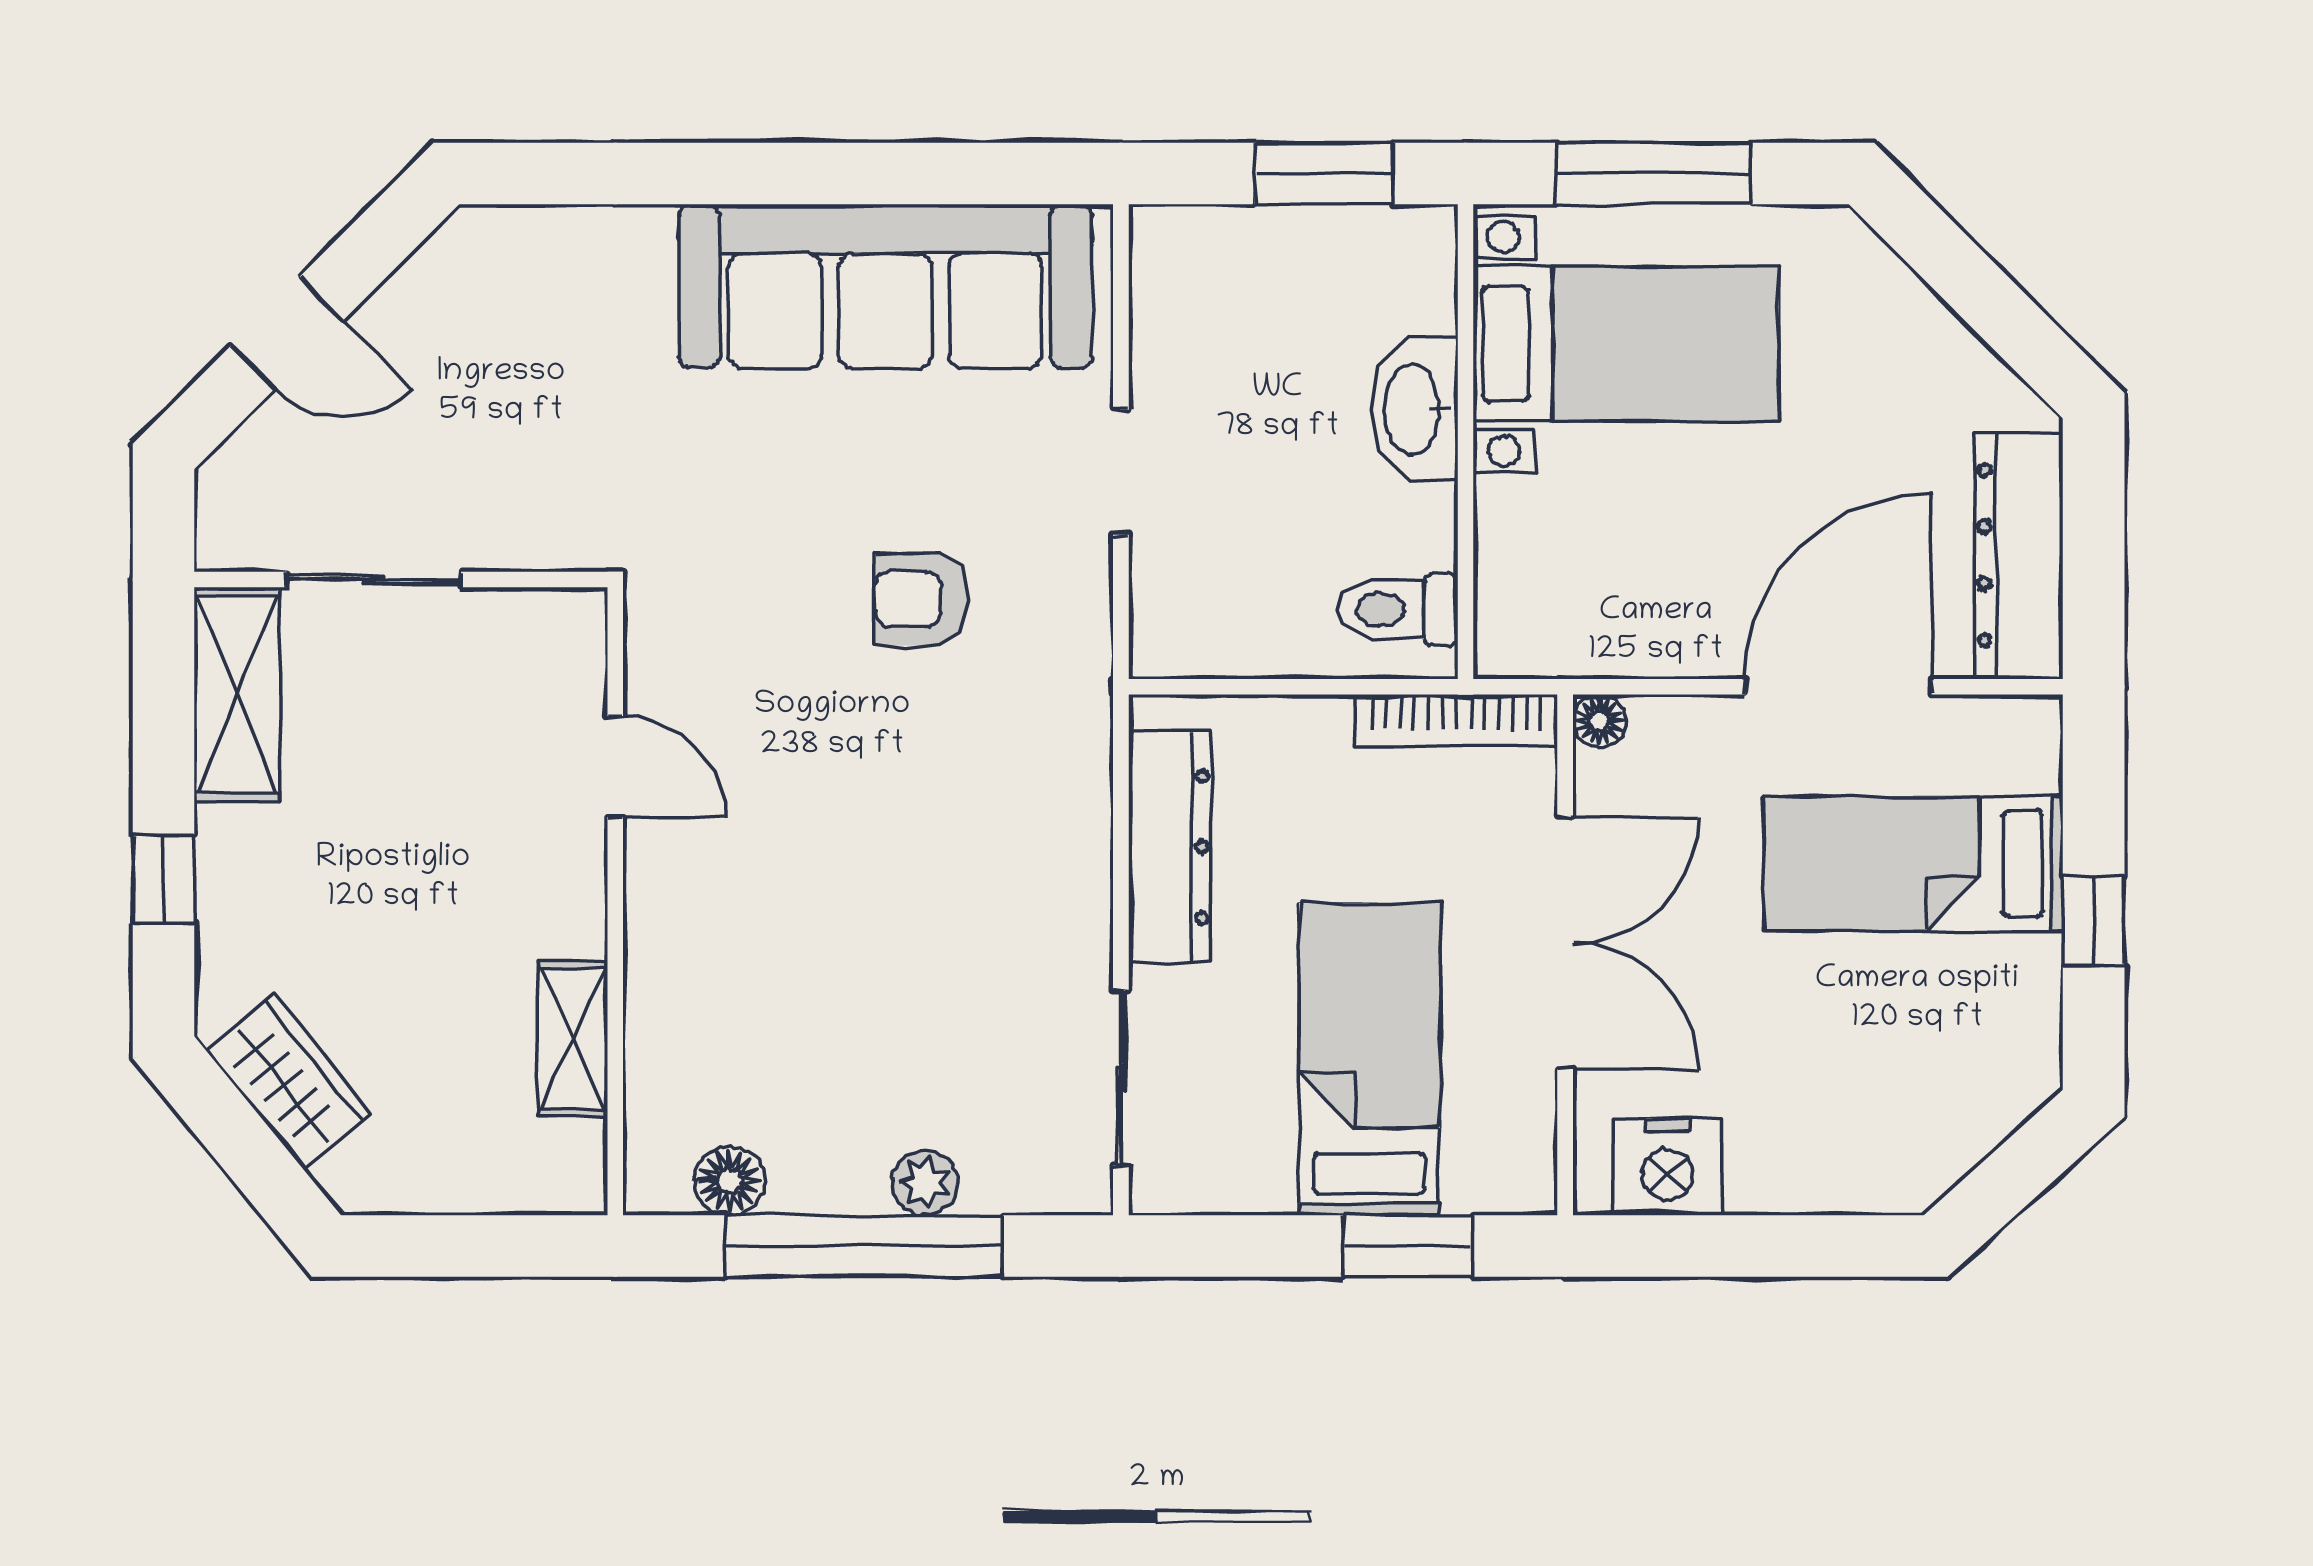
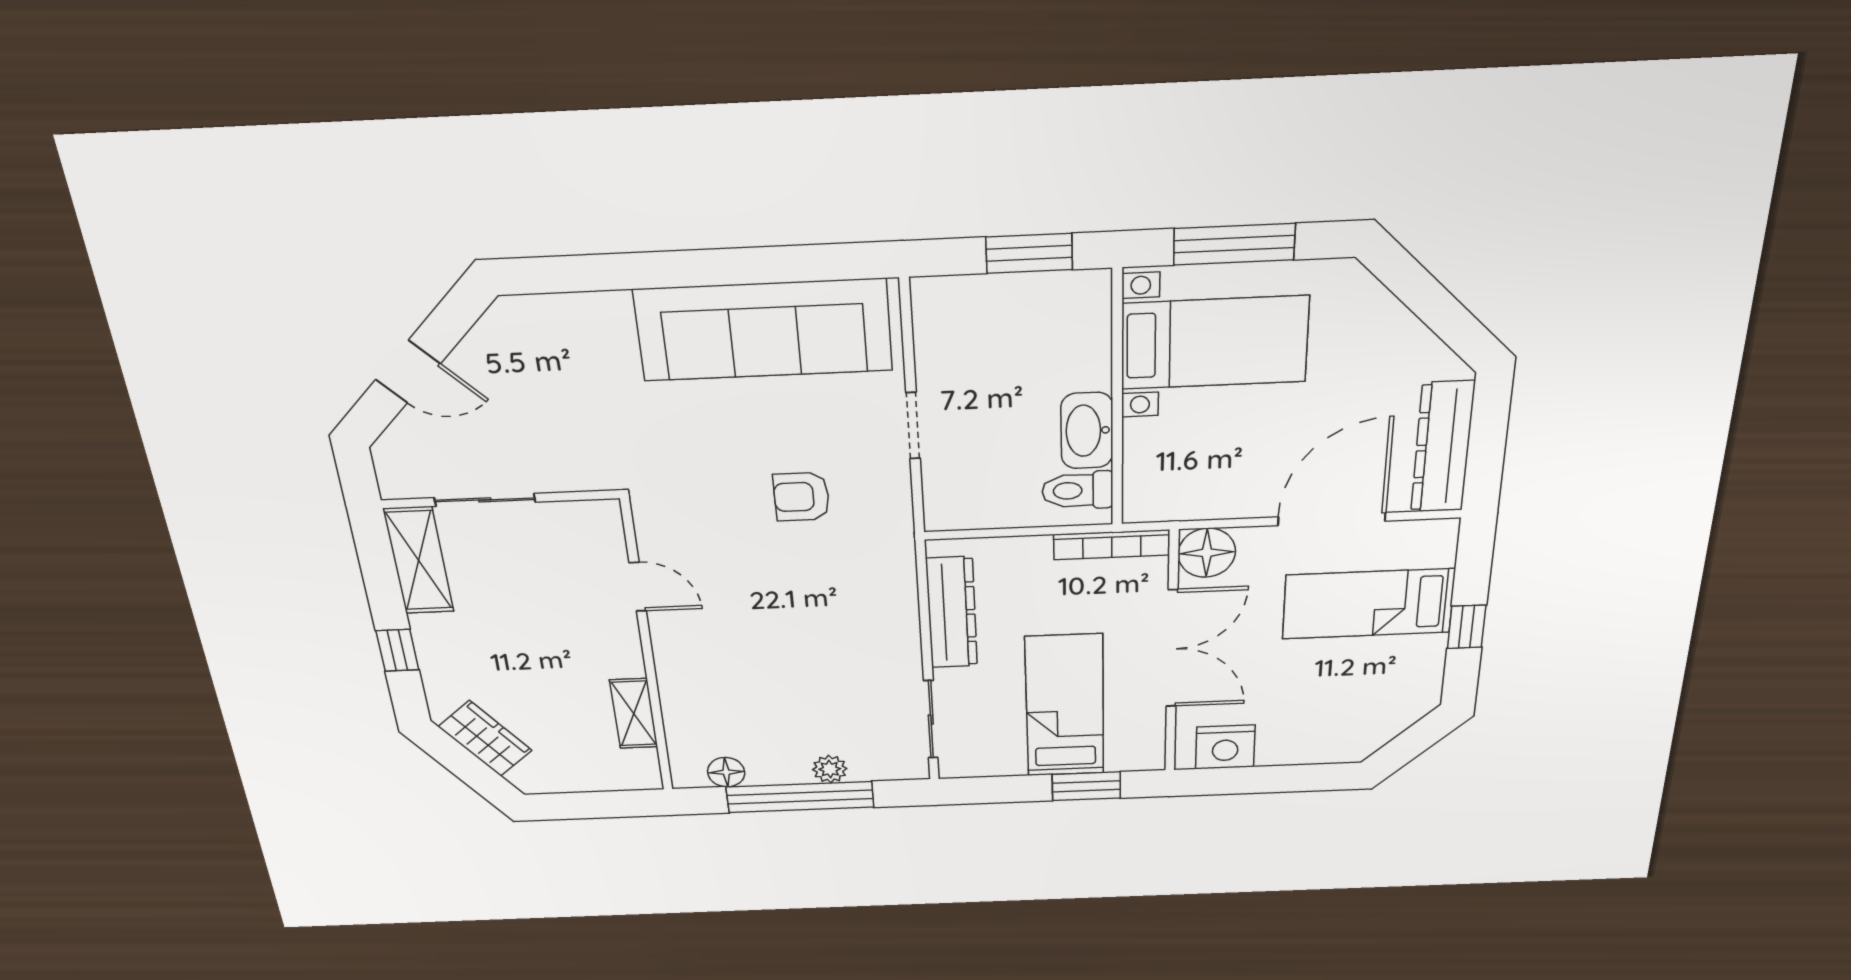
washbasin: (1414, 409) -> (1087, 431), moved
floor lamp: (1599, 721) -> (1207, 553), width x1.89, depth x1.89

